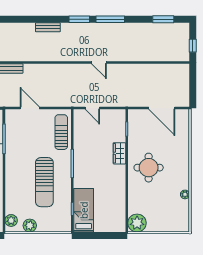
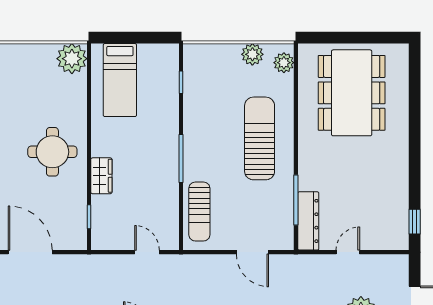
sun lounger: (44, 182) -> (260, 138), moved
bed: (84, 210) -> (120, 80), moved

